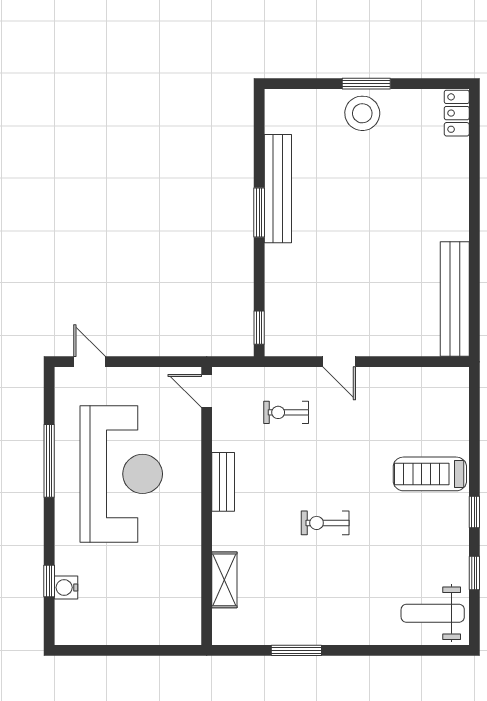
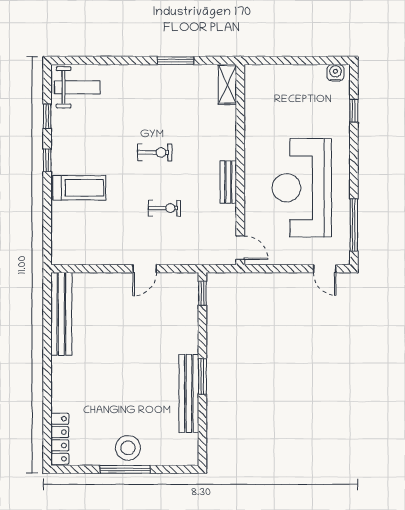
window: (366, 84) -> (125, 469), width x1.44
locker: (457, 113) -> (60, 439), width x1.53
door: (339, 362) -> (145, 269), swing flipped
exercise bike: (286, 412) -> (165, 208), moved
window: (49, 461) -> (354, 225), moved
shelving: (224, 580) -> (227, 84), moved
water cooler: (66, 587) -> (335, 73), moved, turned -90

